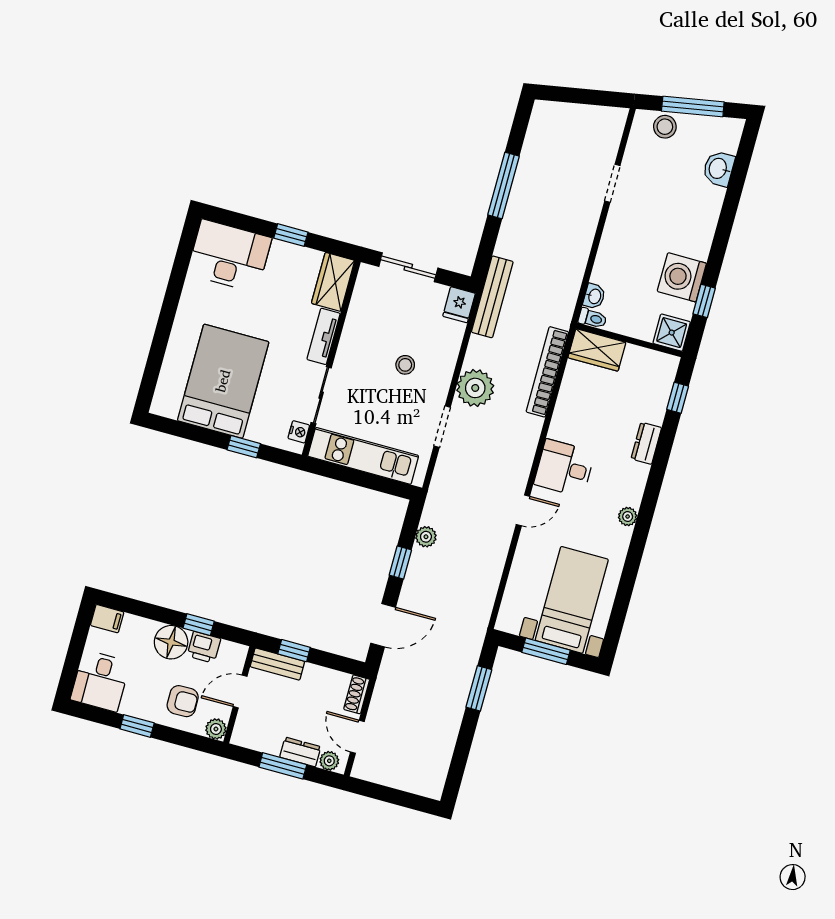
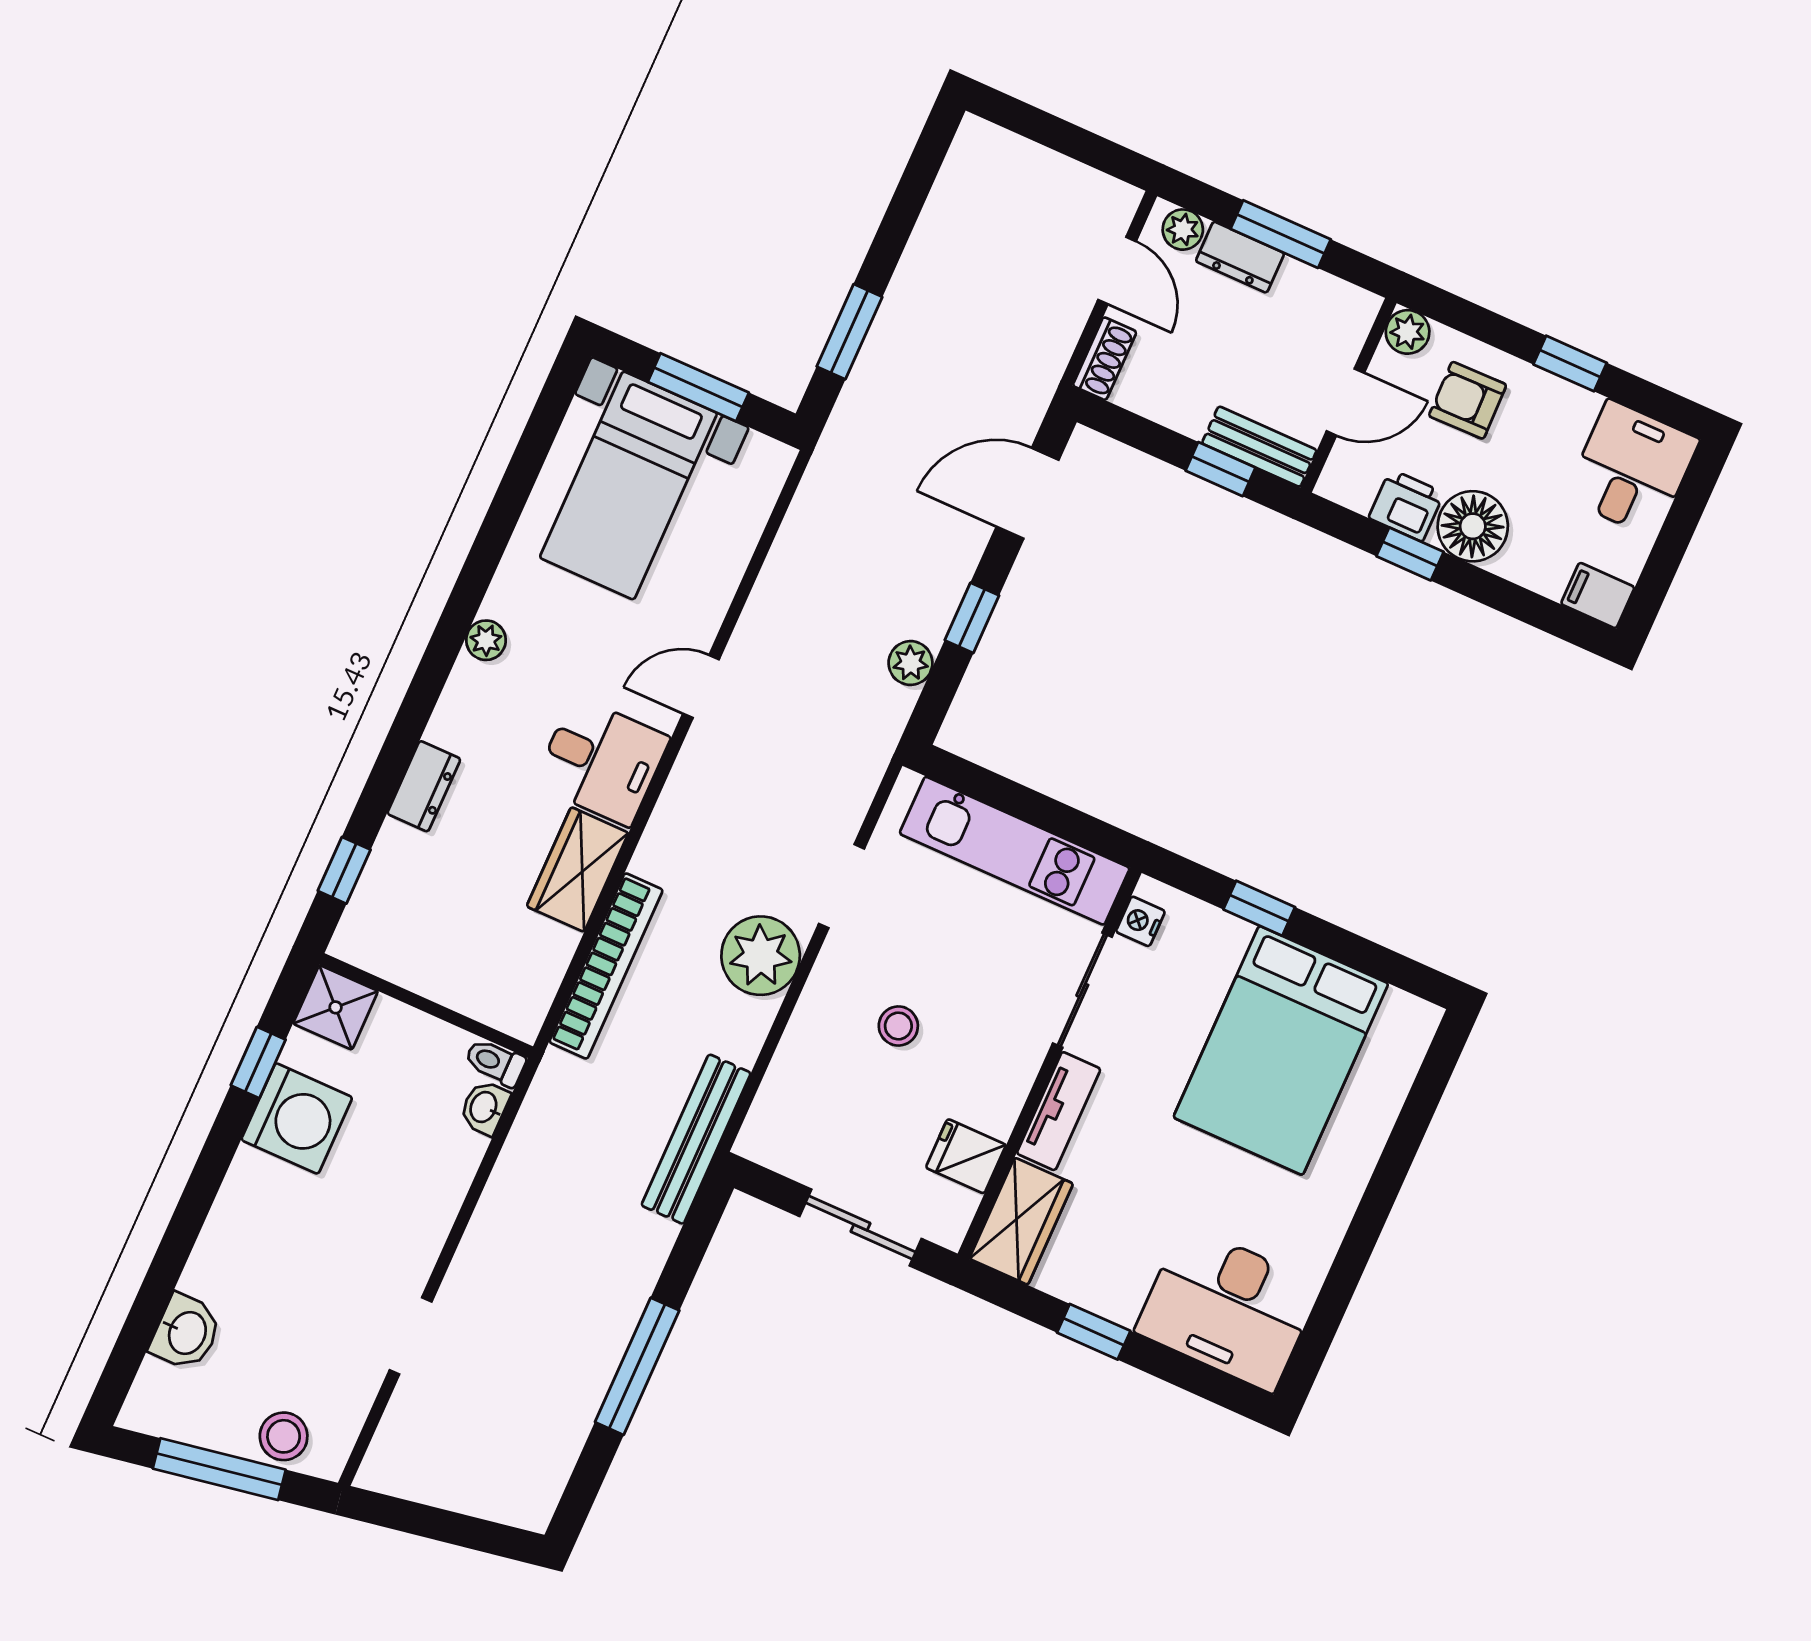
fridge: (459, 305) -> (966, 1156), moved, turned -90
wardrobe: (597, 350) -> (578, 870), moved, turned -90

